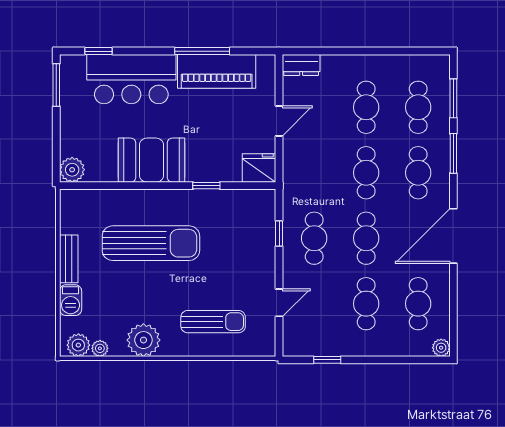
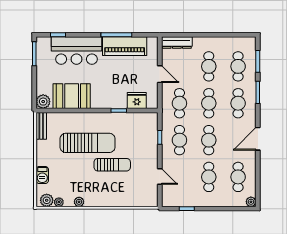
dresser: (301, 65) -> (177, 43), width x1.44
door: (279, 121) -> (160, 74), hinge flipped
booth: (152, 160) -> (72, 96), moved
fridge: (259, 168) -> (137, 101), moved
cafe table: (314, 173) -> (179, 103), added
door: (453, 236) -> (258, 139), width x0.73
bench: (69, 259) -> (41, 126), moved
door: (279, 303) -> (160, 176), hinge flipped
sun lounger: (213, 322) -> (112, 165), moved
plant: (143, 340) -> (79, 202), width x0.53, depth x0.53

